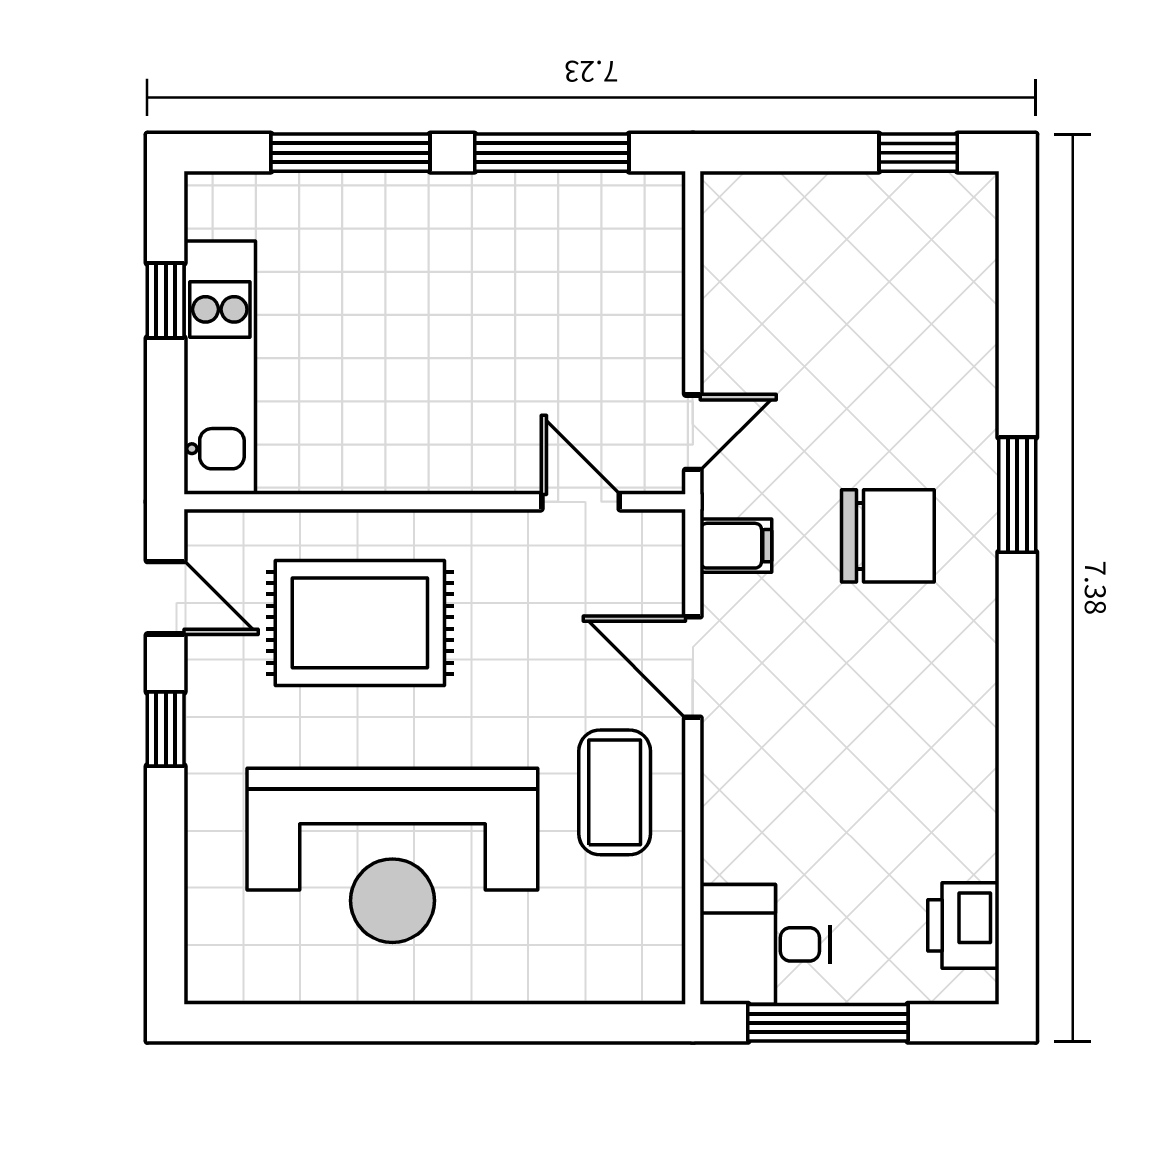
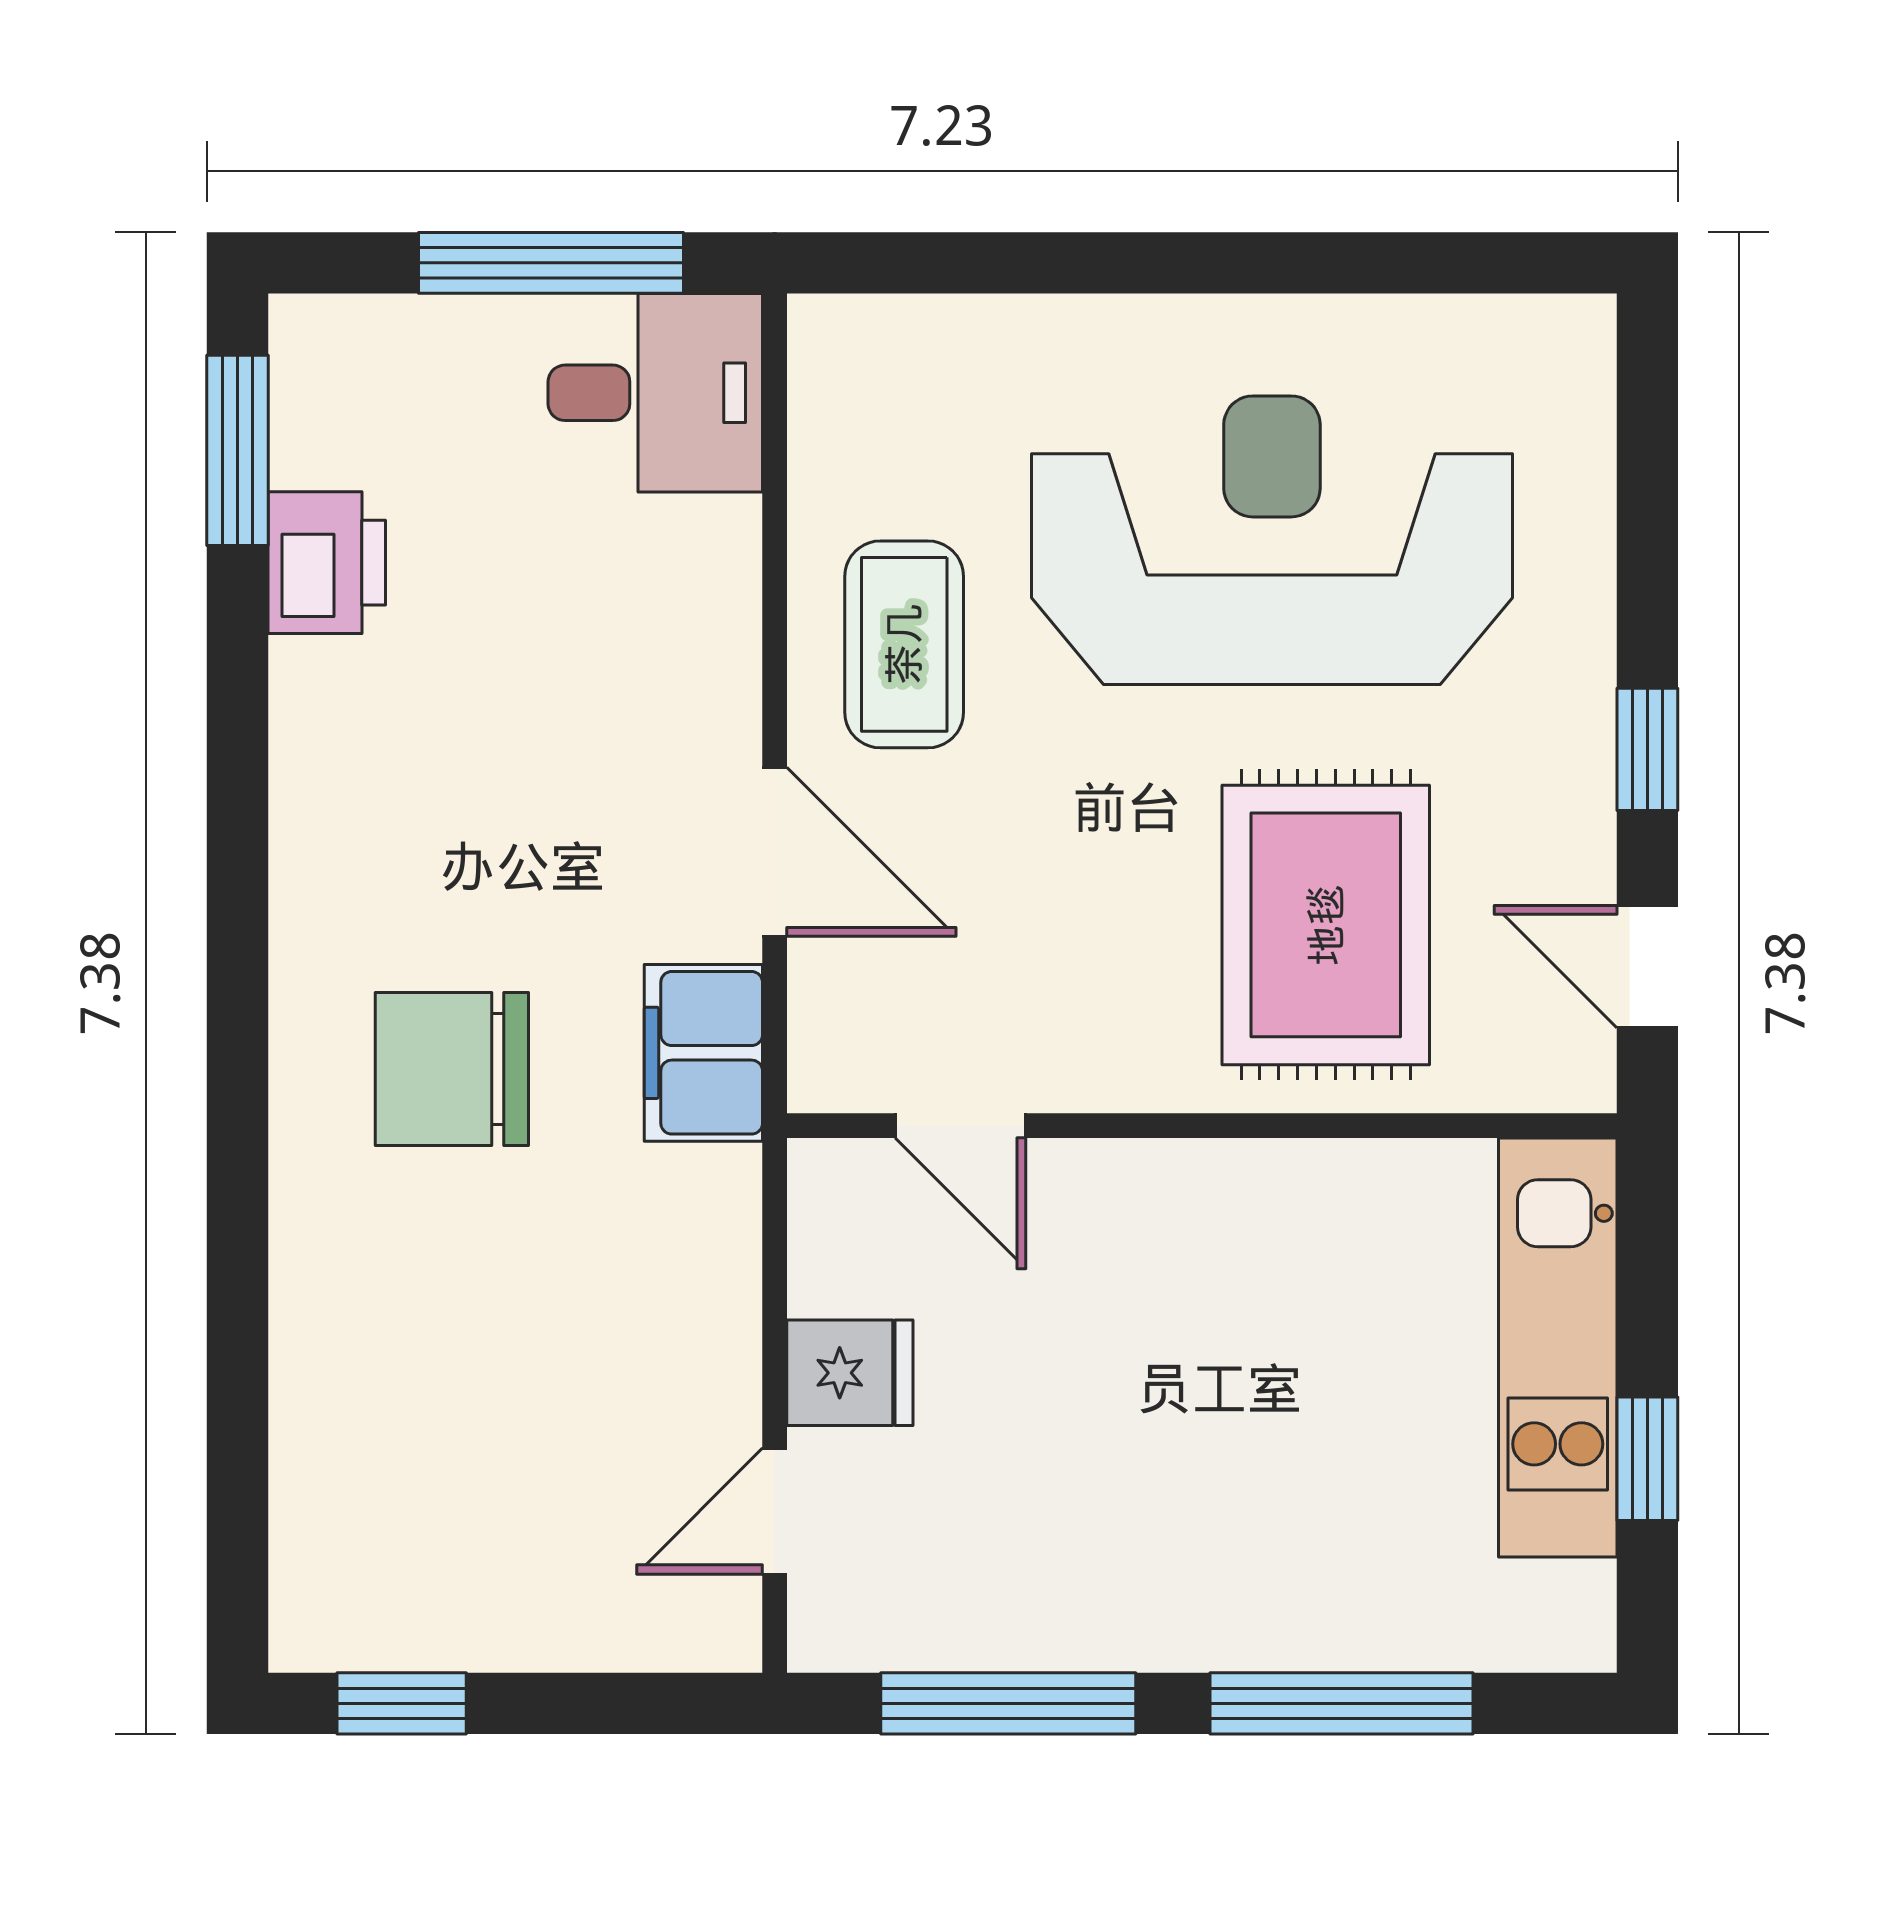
fridge: (647, 352) -> (850, 1373), added
door: (693, 432) -> (775, 1511), moved
window: (1017, 495) -> (238, 450), moved
filing cabinet: (736, 546) -> (703, 1053), width x2.00
rug: (360, 623) -> (1326, 925), turned 90
printer: (963, 925) -> (327, 563), moved

